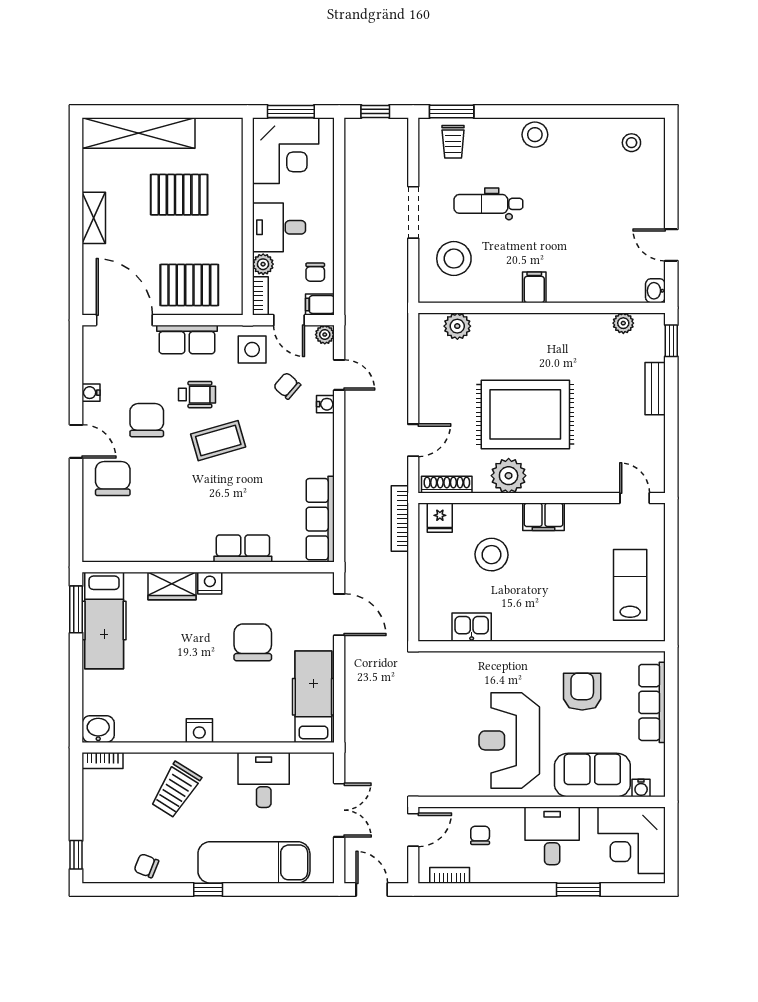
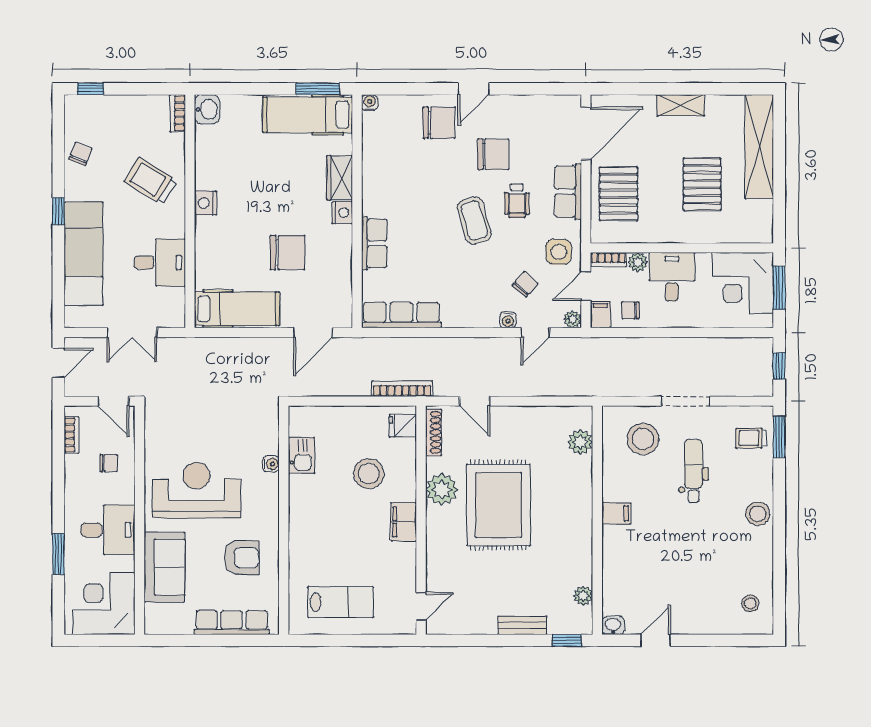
water cooler: (91, 393) -> (370, 103), moved
water cooler: (641, 788) -> (271, 464), moved, turned 180

